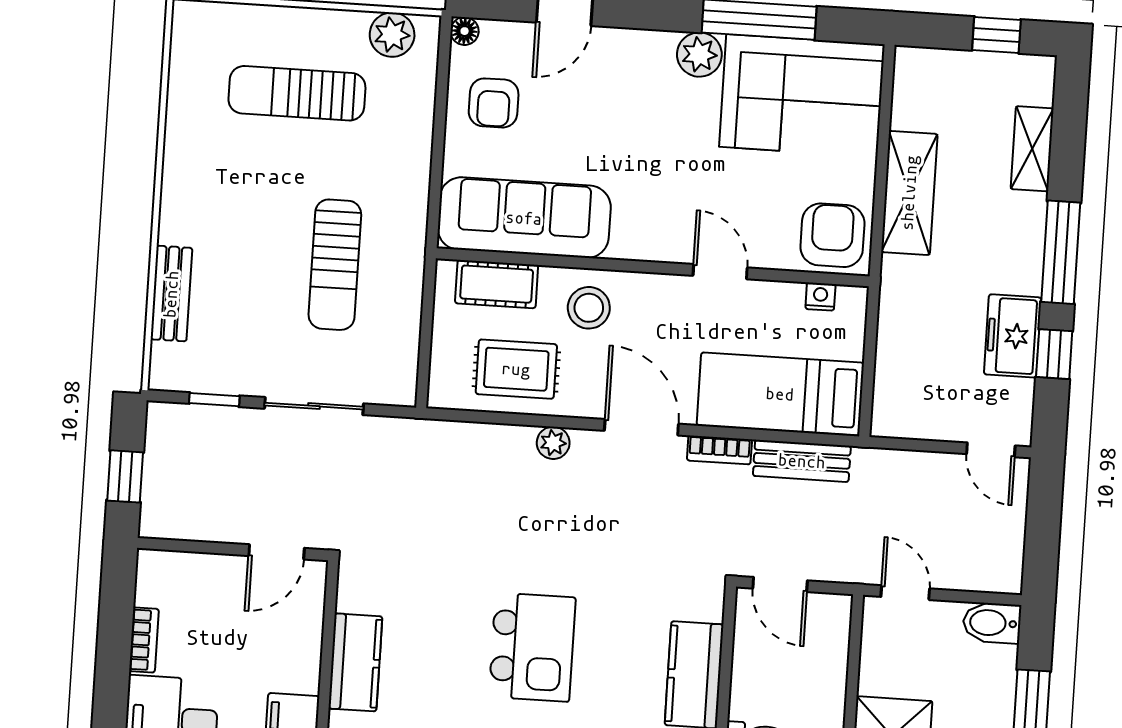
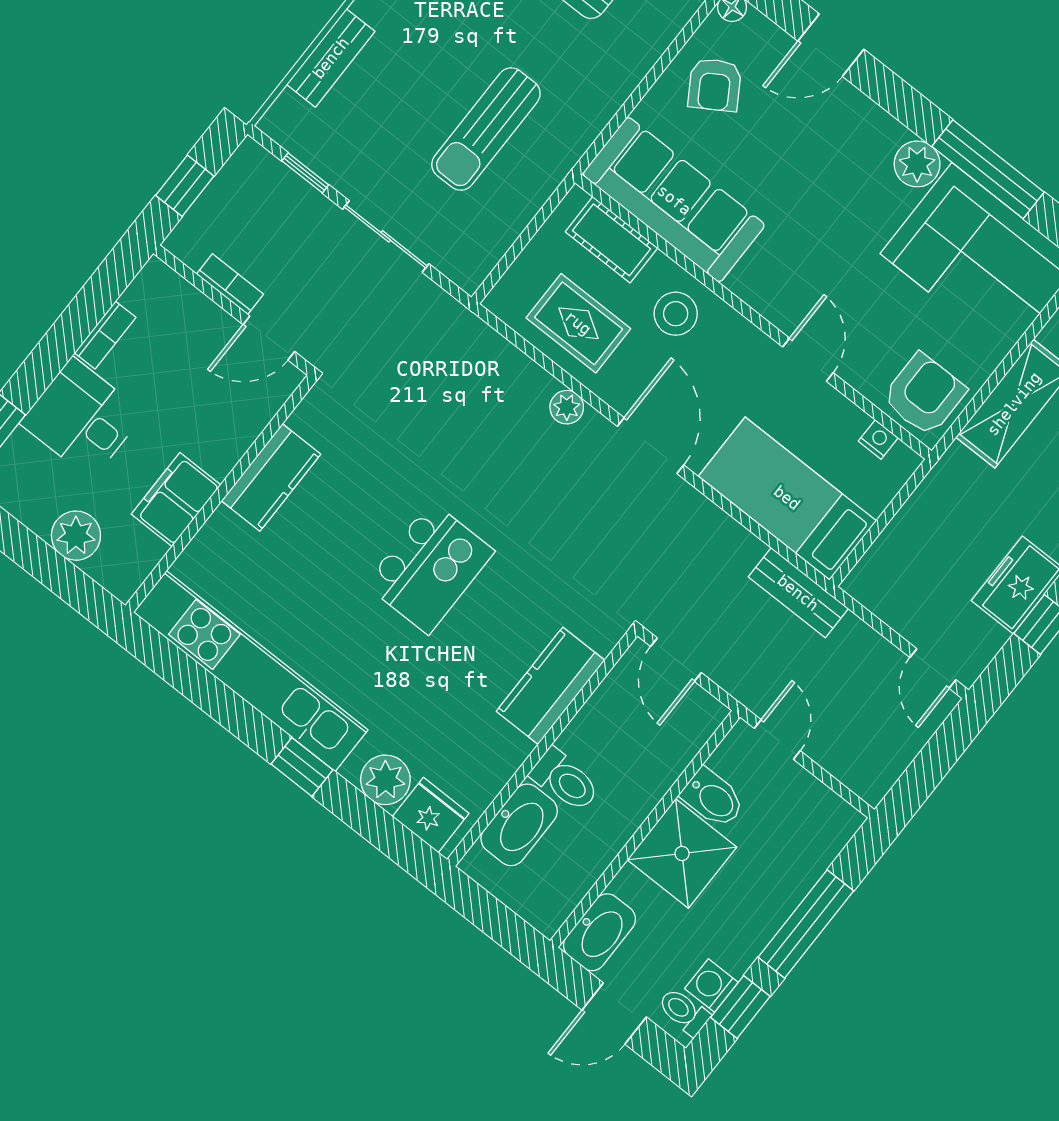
armchair: (494, 103) -> (715, 85), turned -32
bookcase: (719, 450) -> (230, 284), moved, turned 180
bench: (802, 461) -> (798, 593), moved
bidet: (992, 623) -> (713, 798), moved, turned 180

